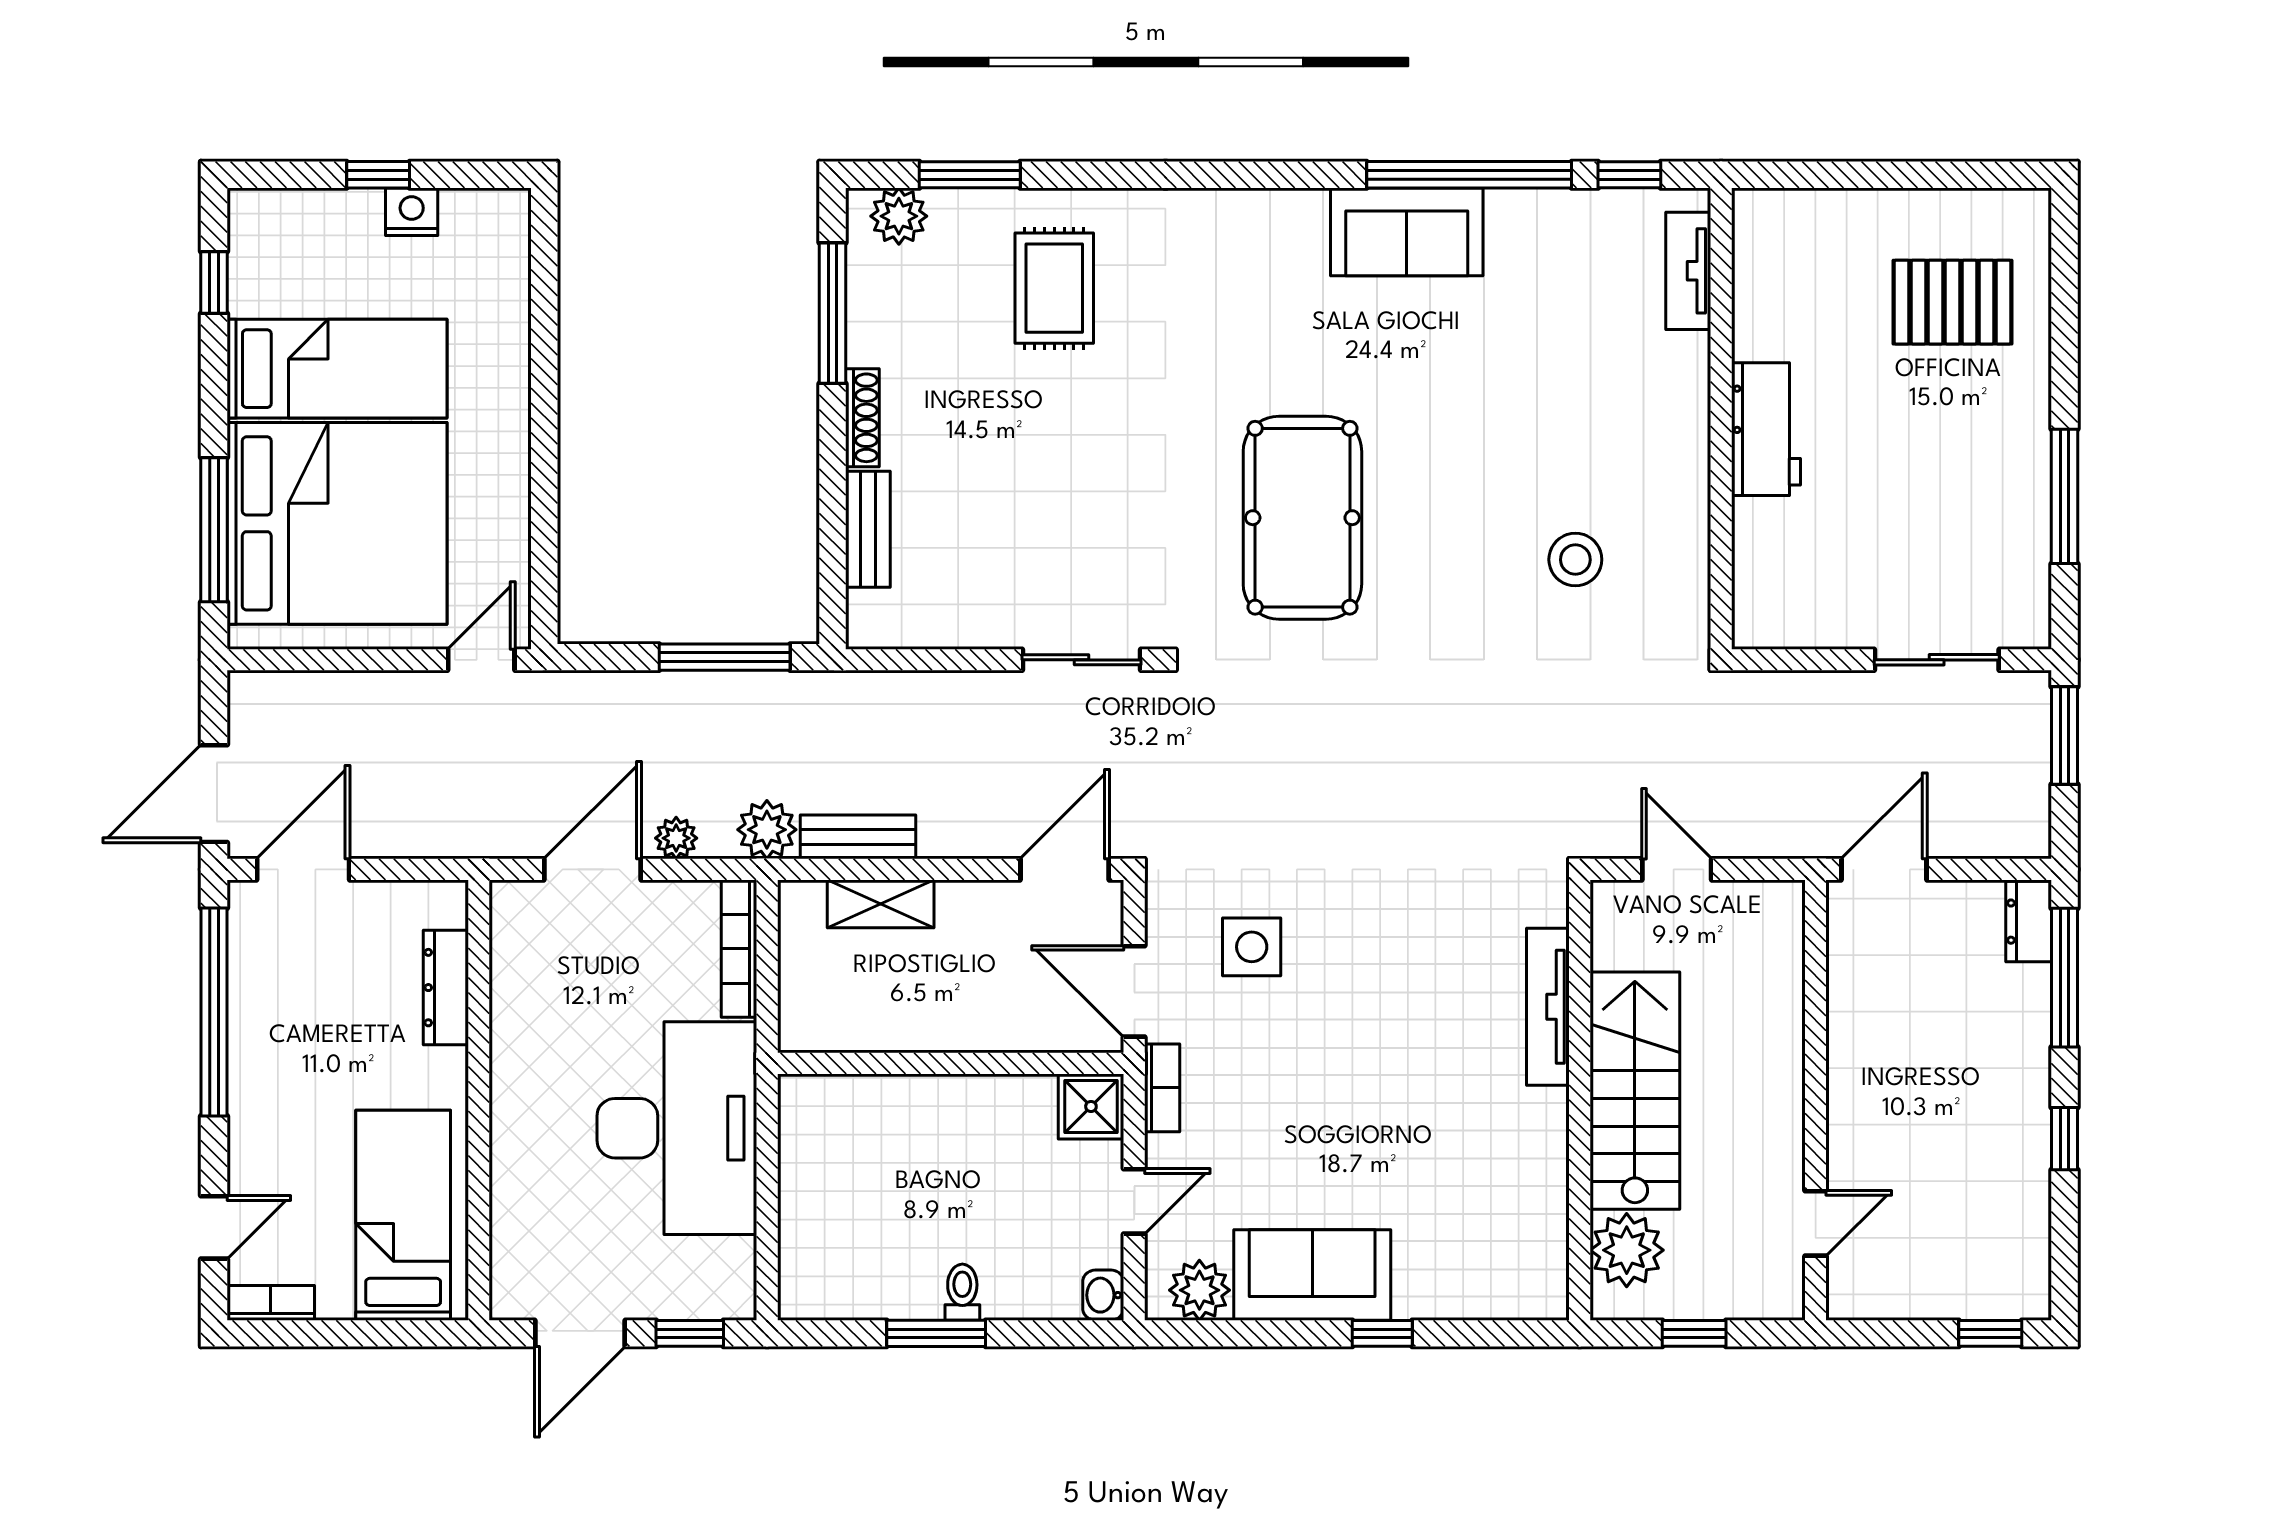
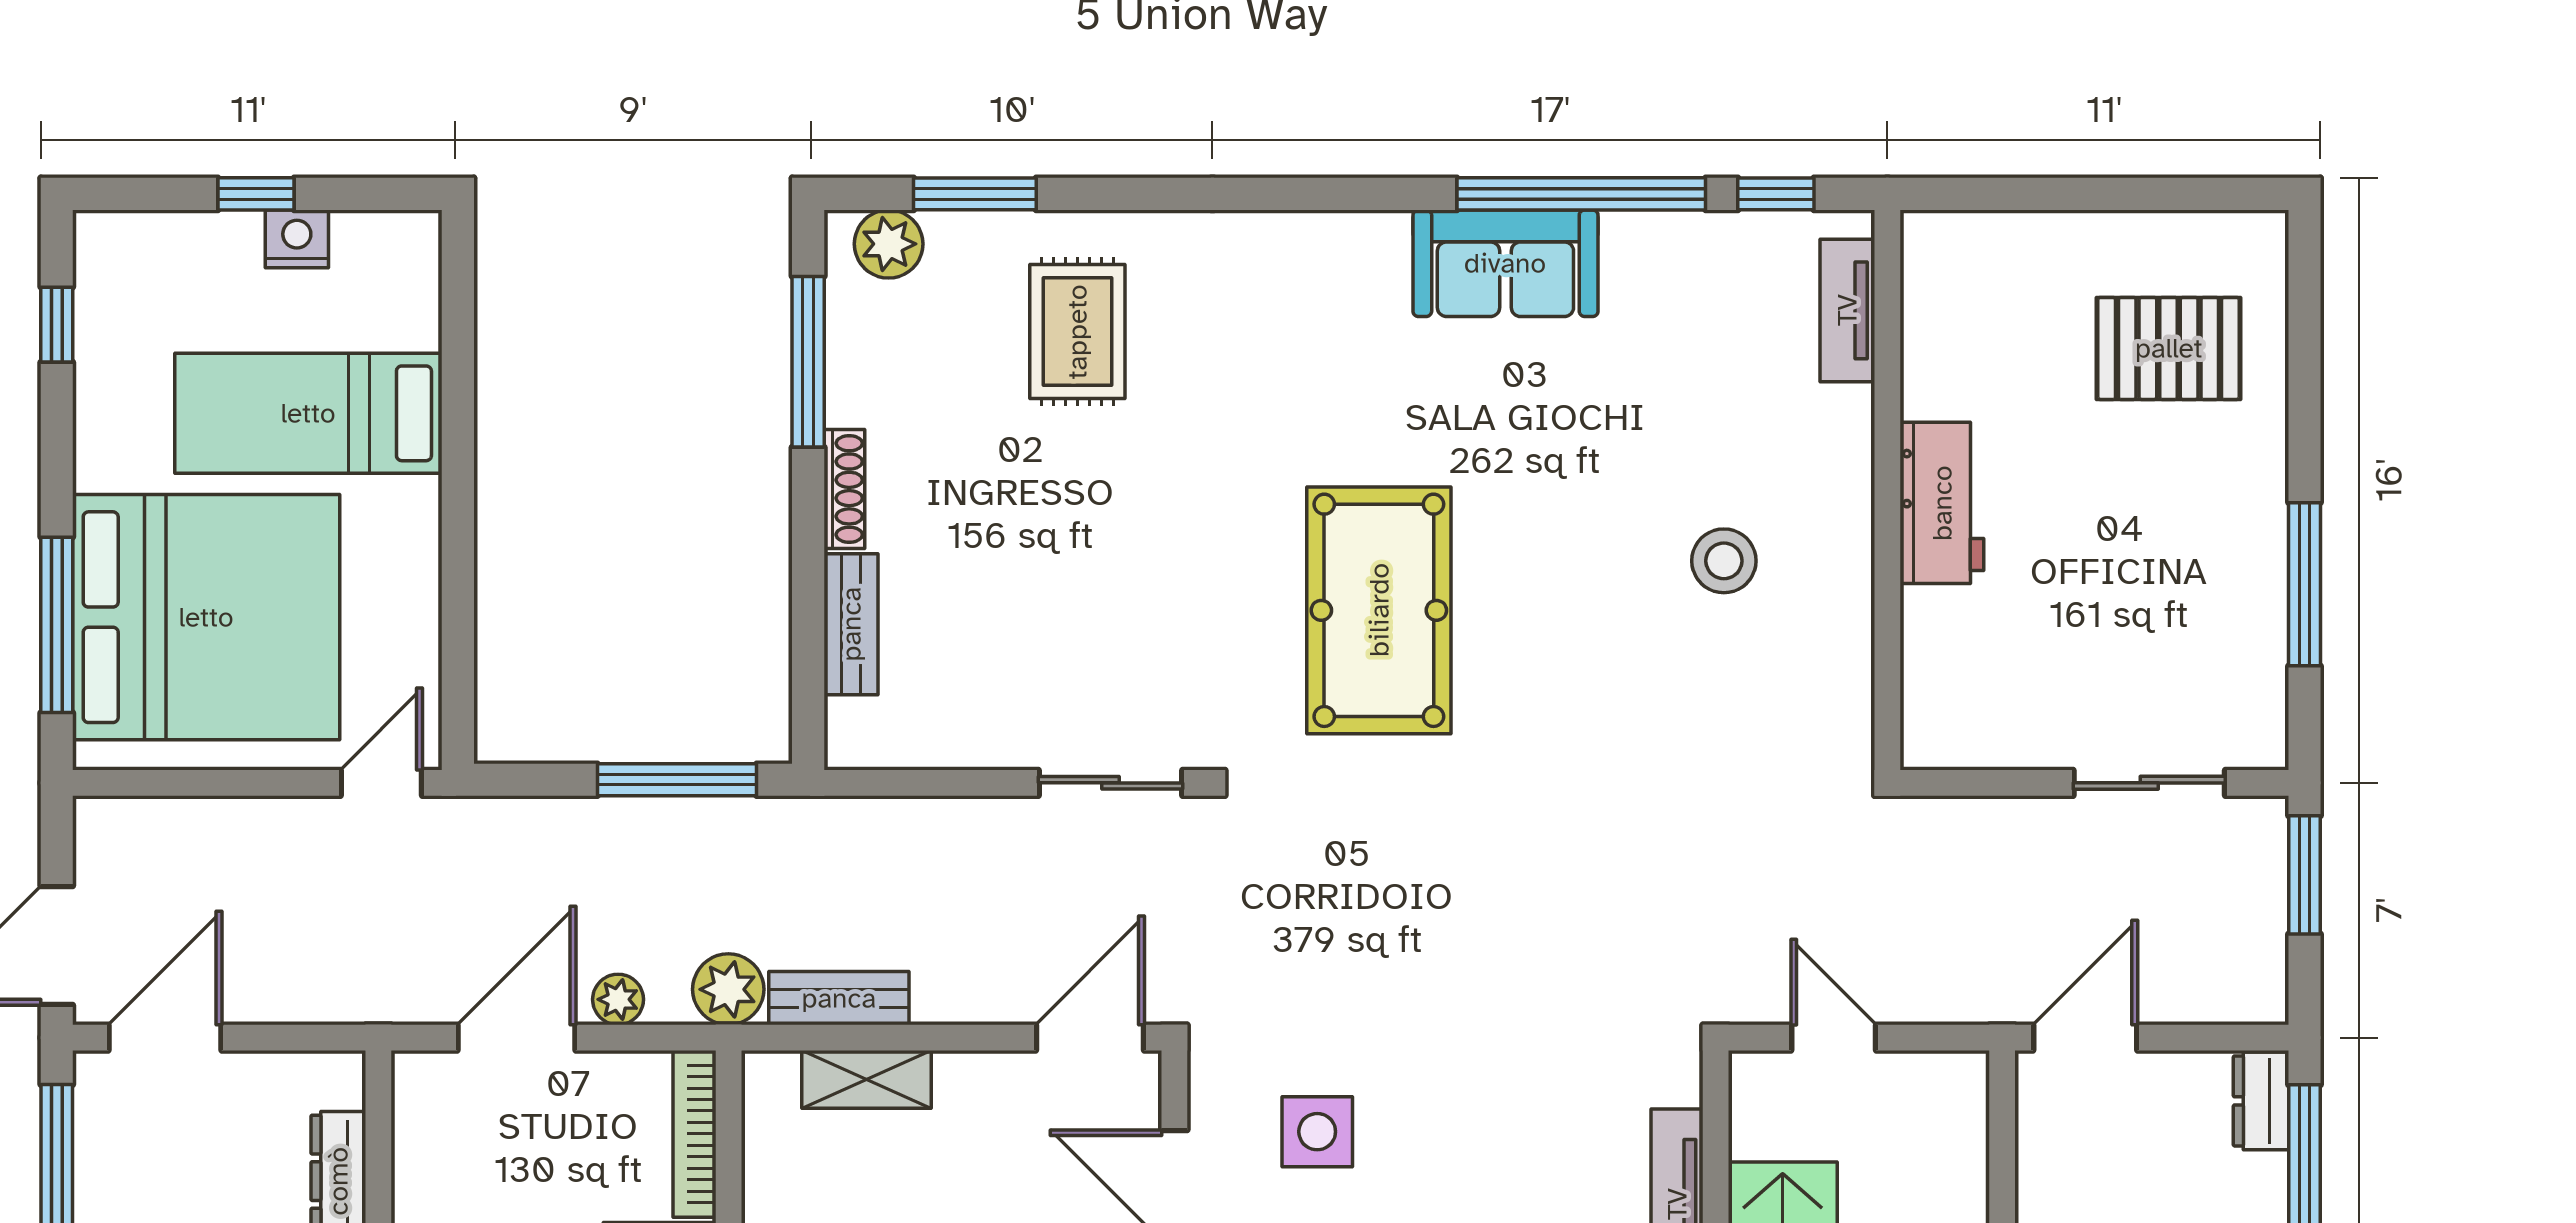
bed: (337, 369) -> (308, 413), moved, turned 180
stool: (1575, 560) -> (1724, 561), moved

